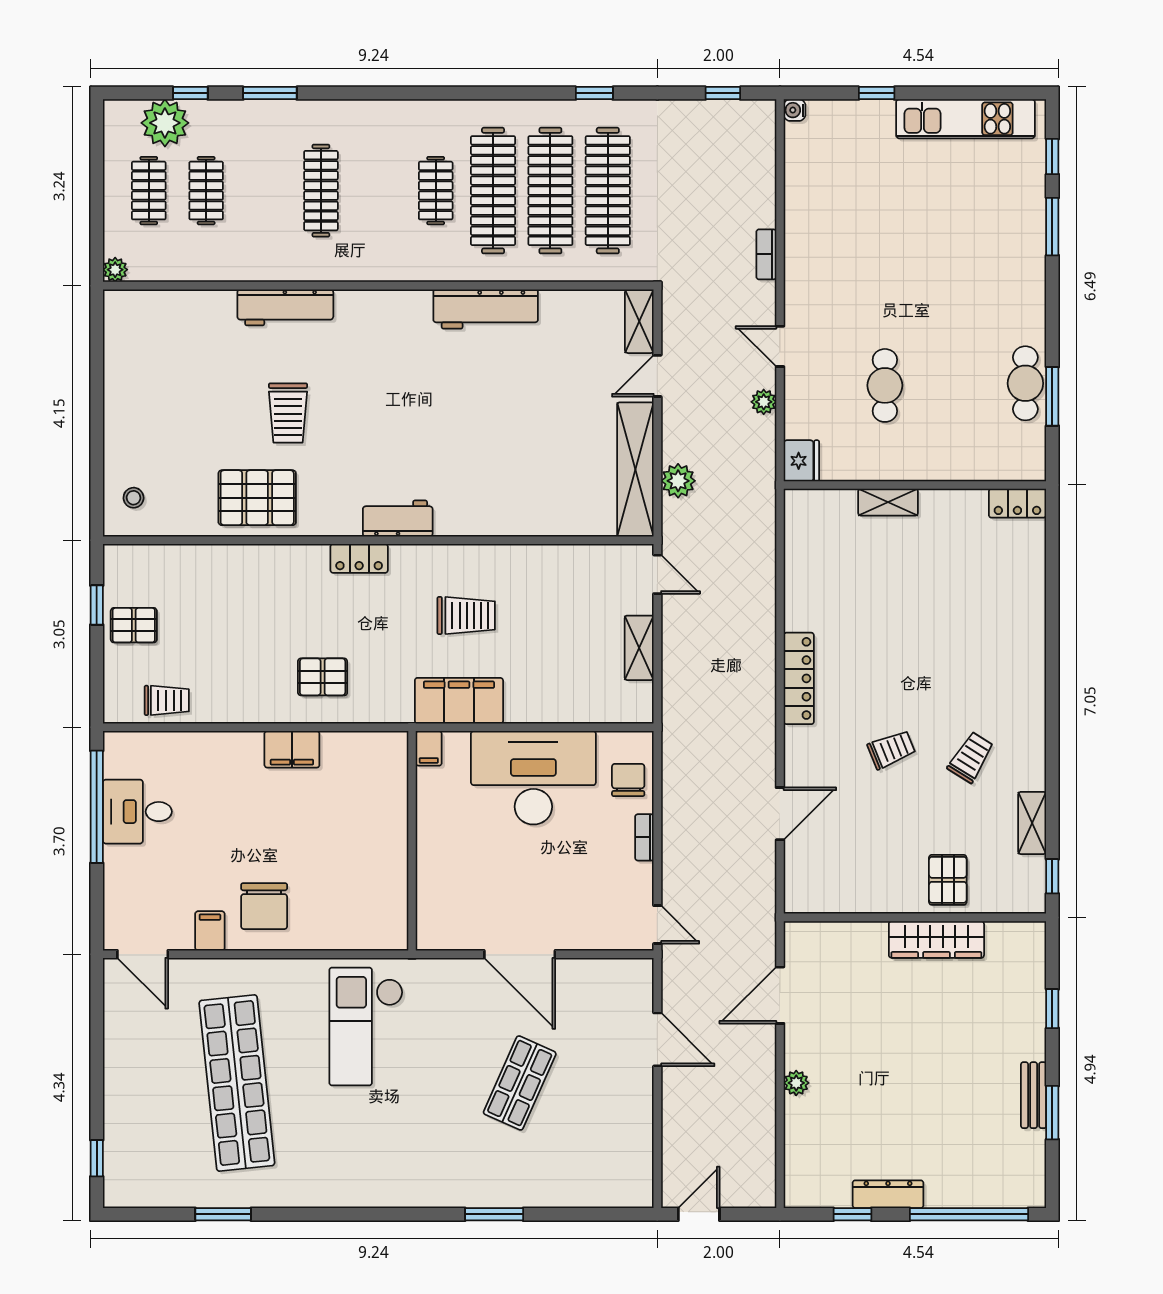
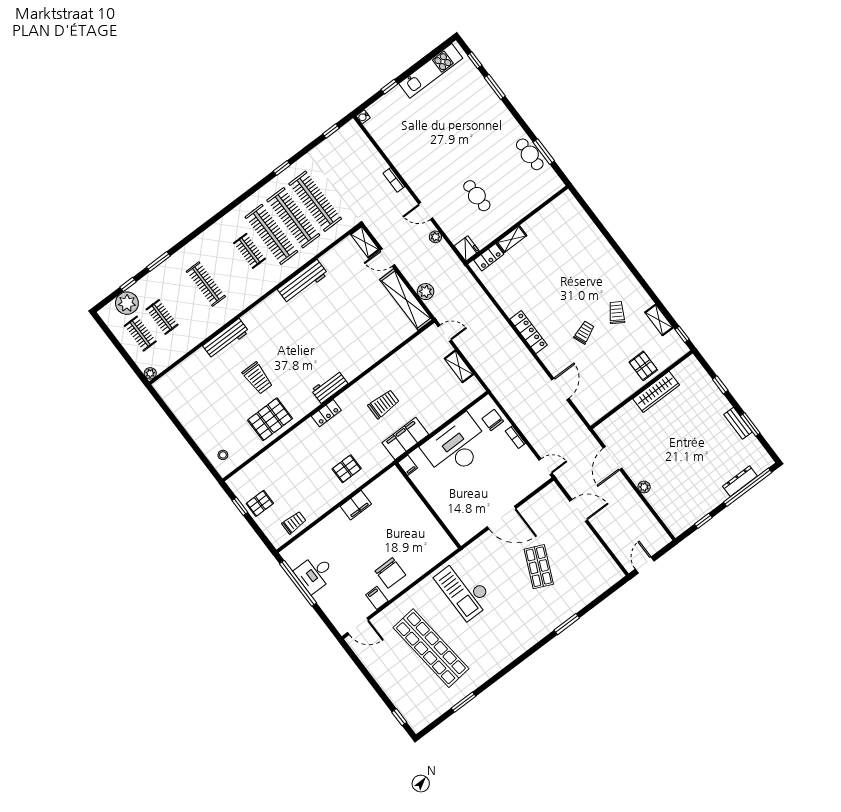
door: (657, 376) -> (387, 258), hinge flipped
locker: (1017, 503) -> (489, 257), moved
dresser: (888, 1194) -> (740, 481), moved

